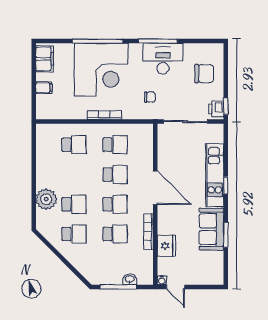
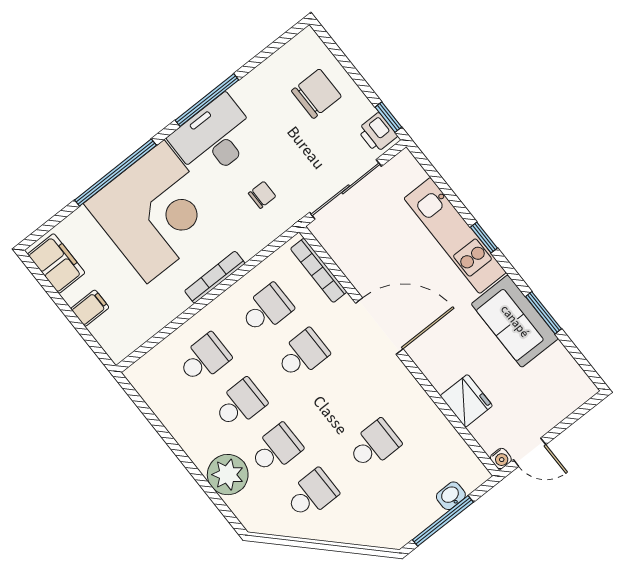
desk: (163, 59) -> (214, 138), moved
school desk: (115, 204) -> (240, 404), moved
bookcase: (148, 231) -> (319, 270), moved

